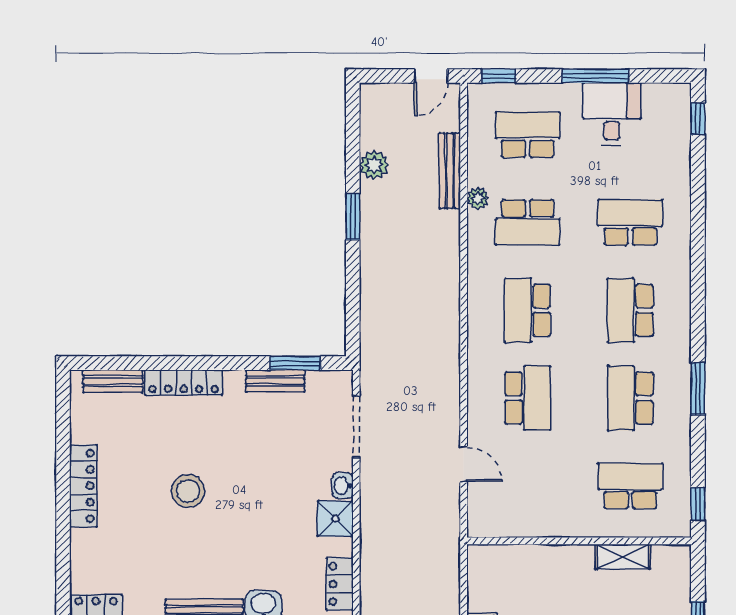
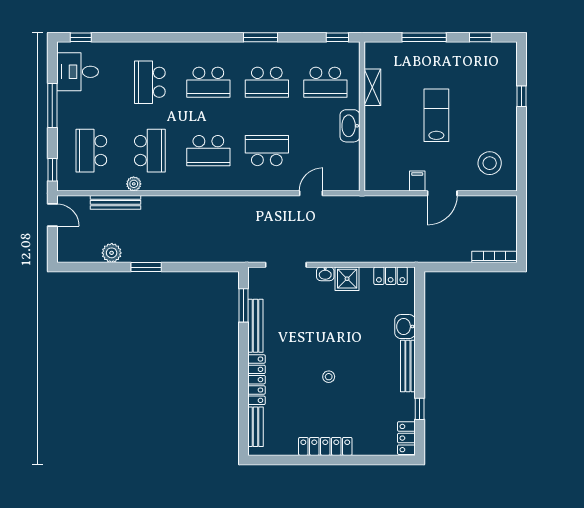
desk: (612, 114) -> (78, 72), moved
bench: (275, 381) -> (255, 326), width x1.36
school desk: (630, 486) -> (325, 82), turned -90
stool: (188, 491) -> (329, 377), width x0.53, depth x0.53
washbasin: (565, 523) -> (350, 126), added

